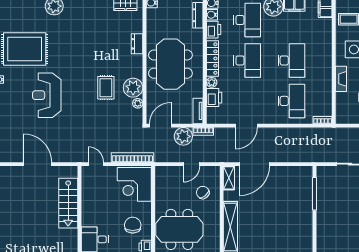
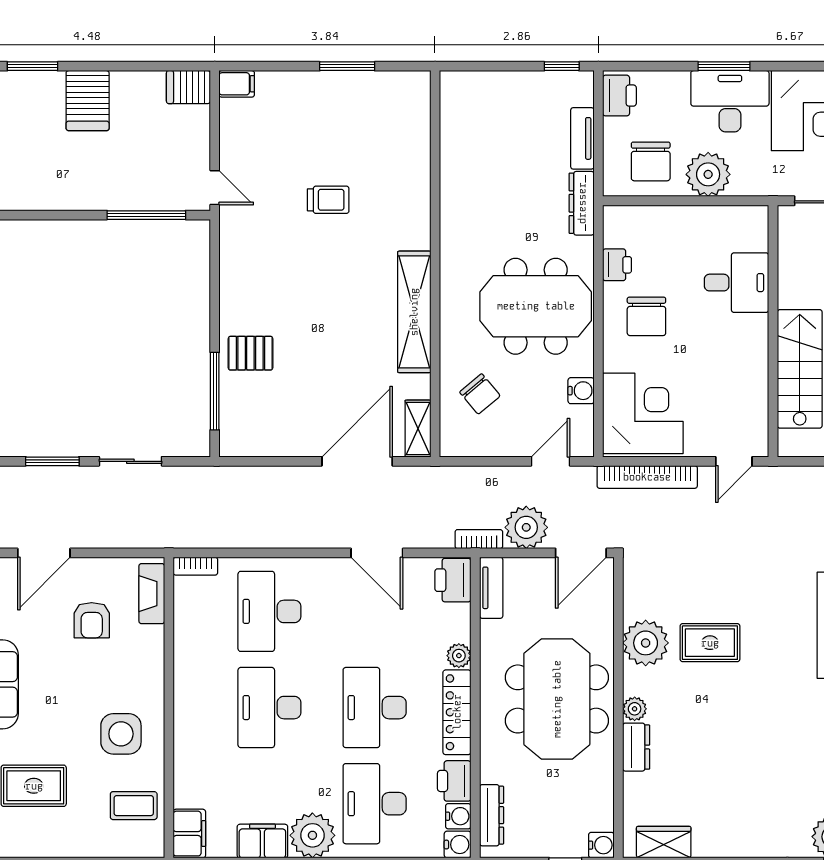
fireplace: (341, 79) -> (152, 594), moved
rug: (106, 88) -> (710, 643), turned 90
printer: (214, 98) -> (453, 580), moved
plant: (138, 103) -> (635, 709), moved
door: (246, 126) -> (377, 553), swing flipped
door: (96, 164) -> (734, 461), hinge flipped
door: (191, 164) -> (550, 461), moved
water cooler: (160, 194) -> (581, 391), added
pallet: (299, 210) -> (250, 353), added

